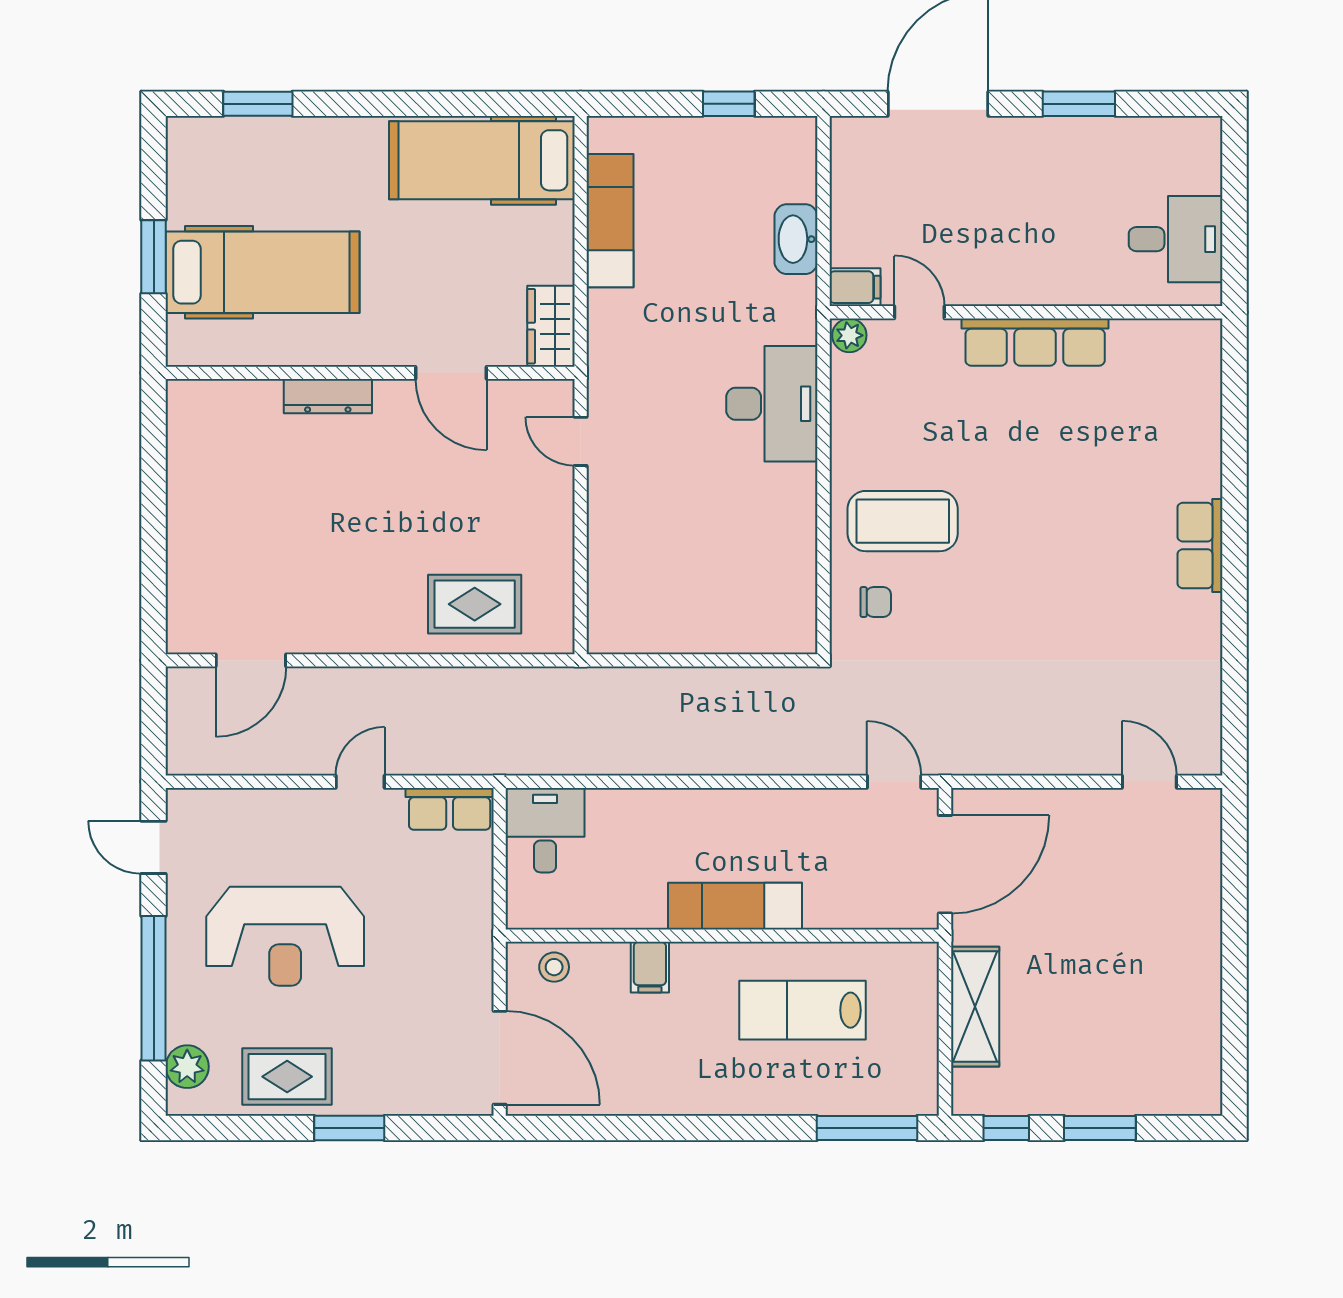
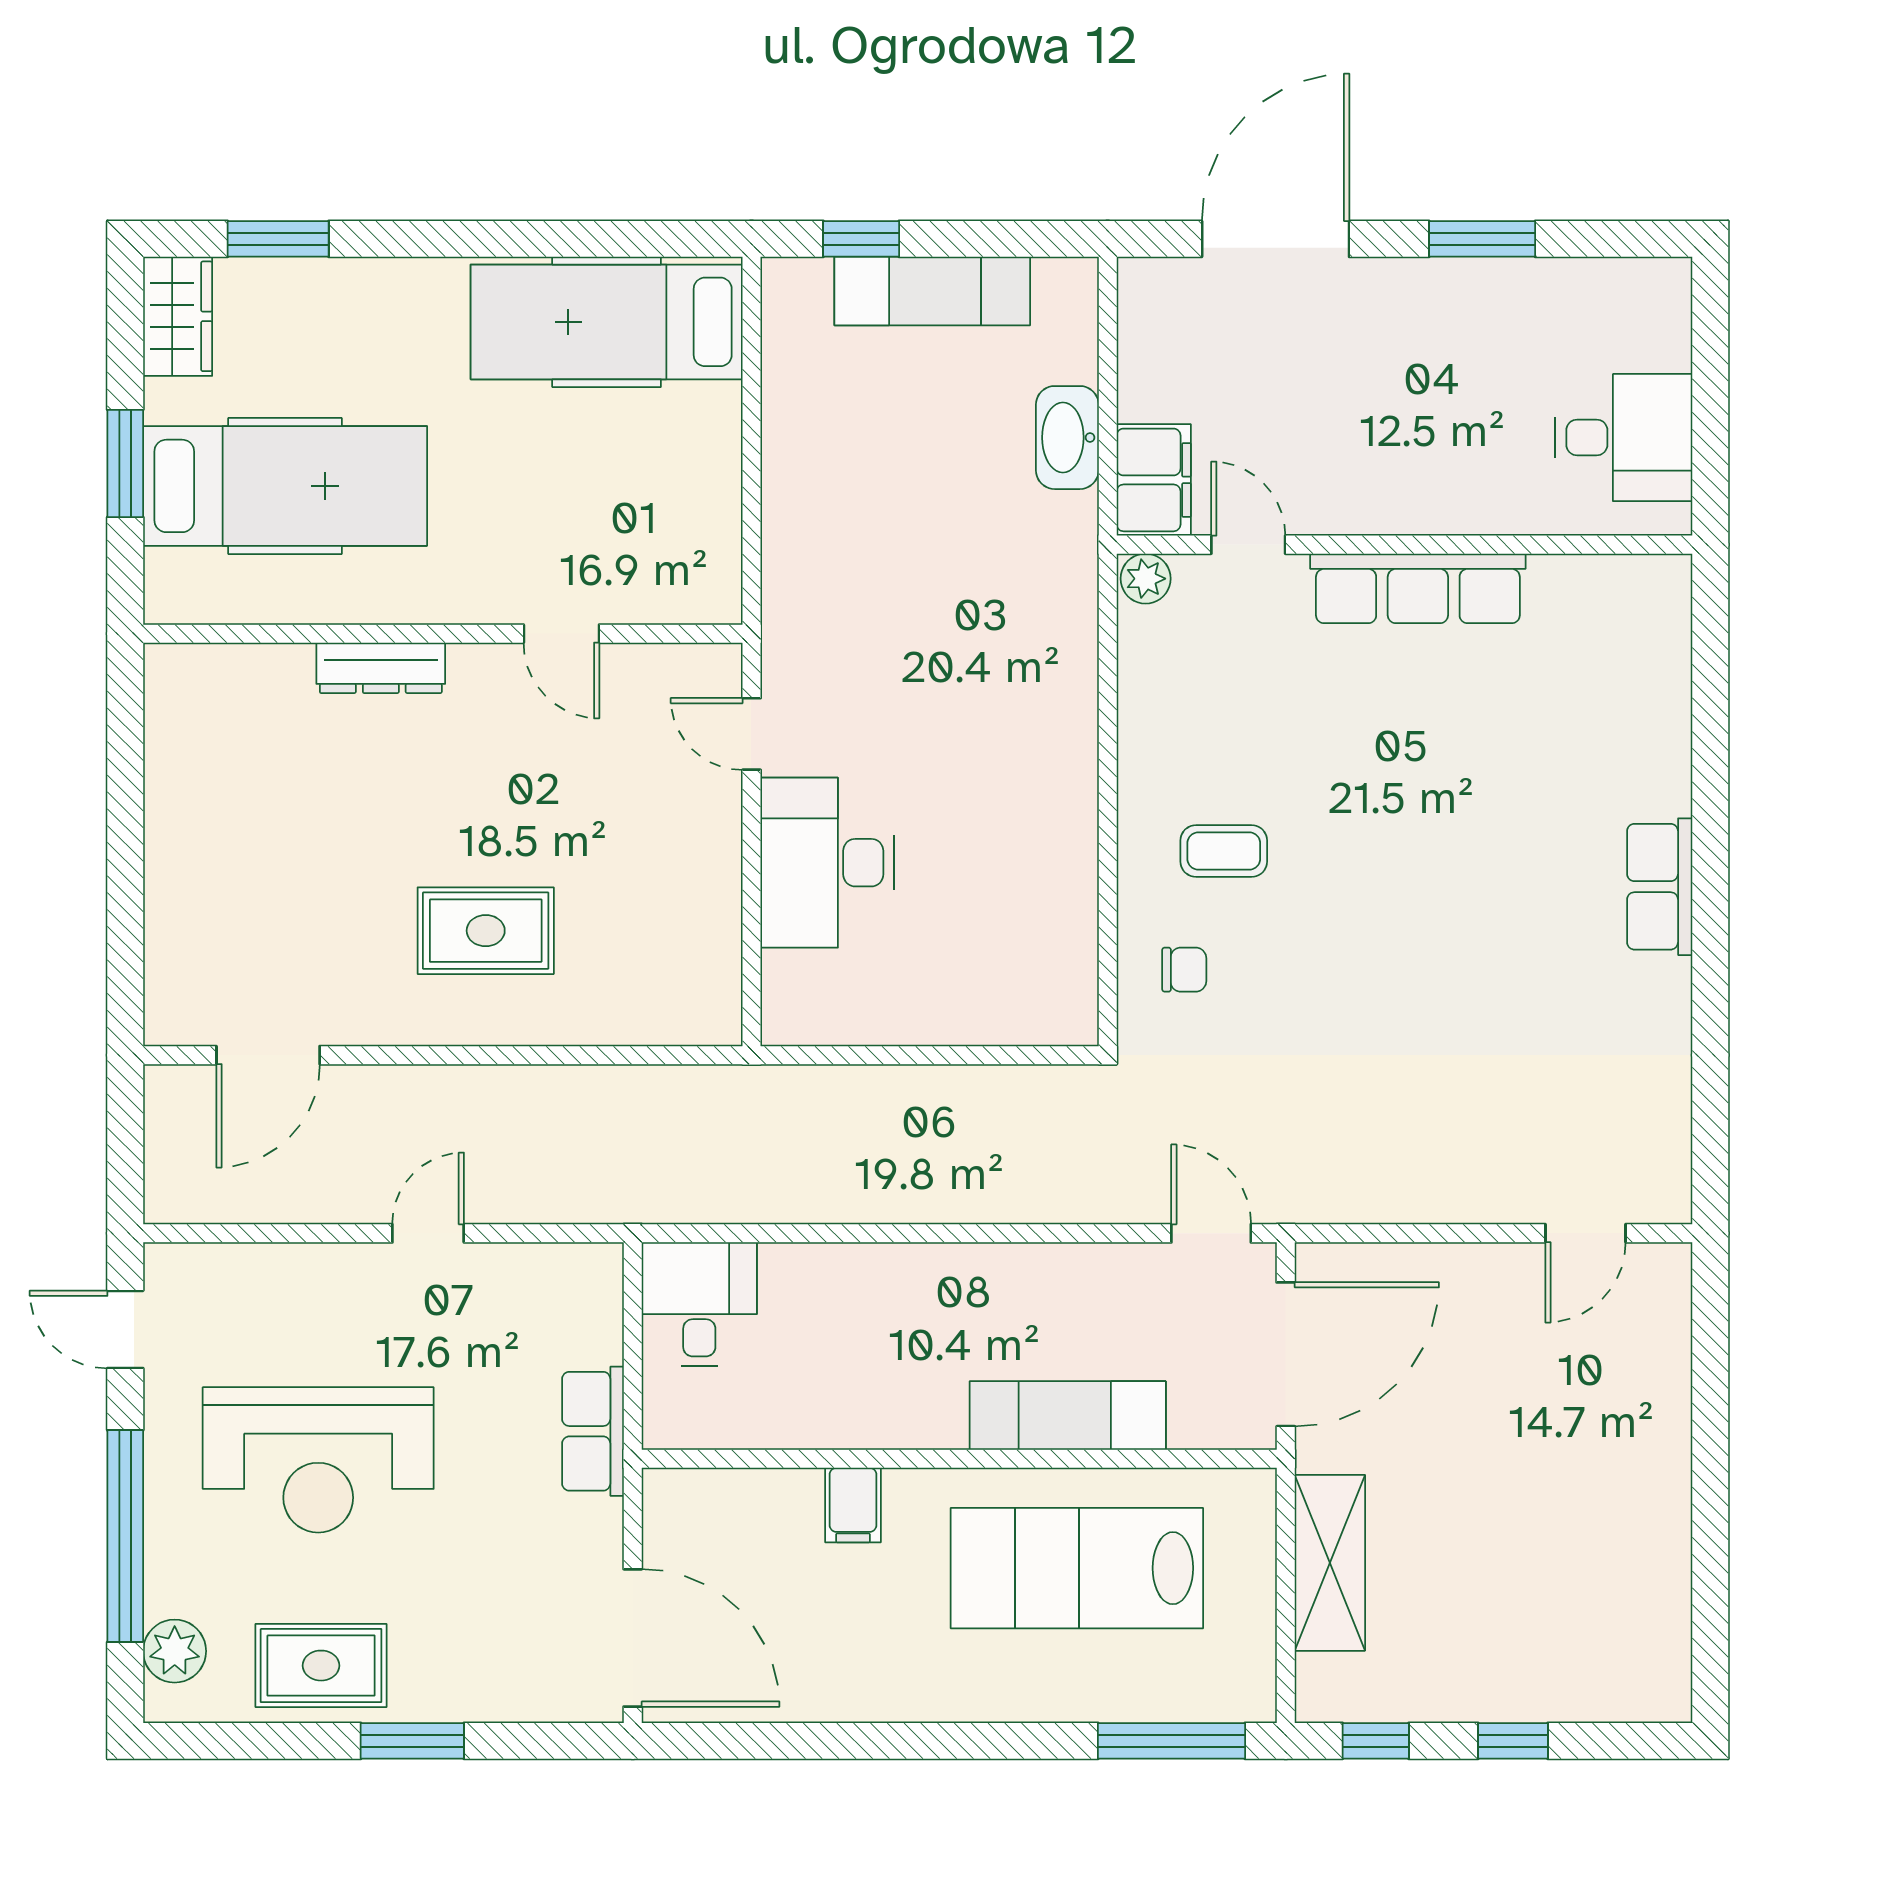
window: (729, 104) -> (861, 239), moved
exam couch: (610, 221) -> (932, 291), moved, turned 90
filing cabinet: (855, 287) -> (1154, 480), width x2.00
wardrobe: (551, 326) -> (178, 316), moved, turned 180
door: (451, 373) -> (561, 634), width x0.73
desk: (772, 404) -> (827, 863), moved, turned 180
coffee table: (903, 521) -> (1224, 851), width x0.54, depth x0.58
rug: (475, 604) -> (486, 931), moved
door: (1149, 782) -> (1586, 1233), swing flipped
row of seats: (450, 809) -> (593, 1431), moved, turned 90
exam couch: (735, 906) -> (1068, 1416), moved
stool: (554, 967) -> (713, 1505), removed
lab bench: (802, 1010) -> (1077, 1568), width x1.36, depth x1.39
window: (1100, 1128) -> (1513, 1741), width x0.67

